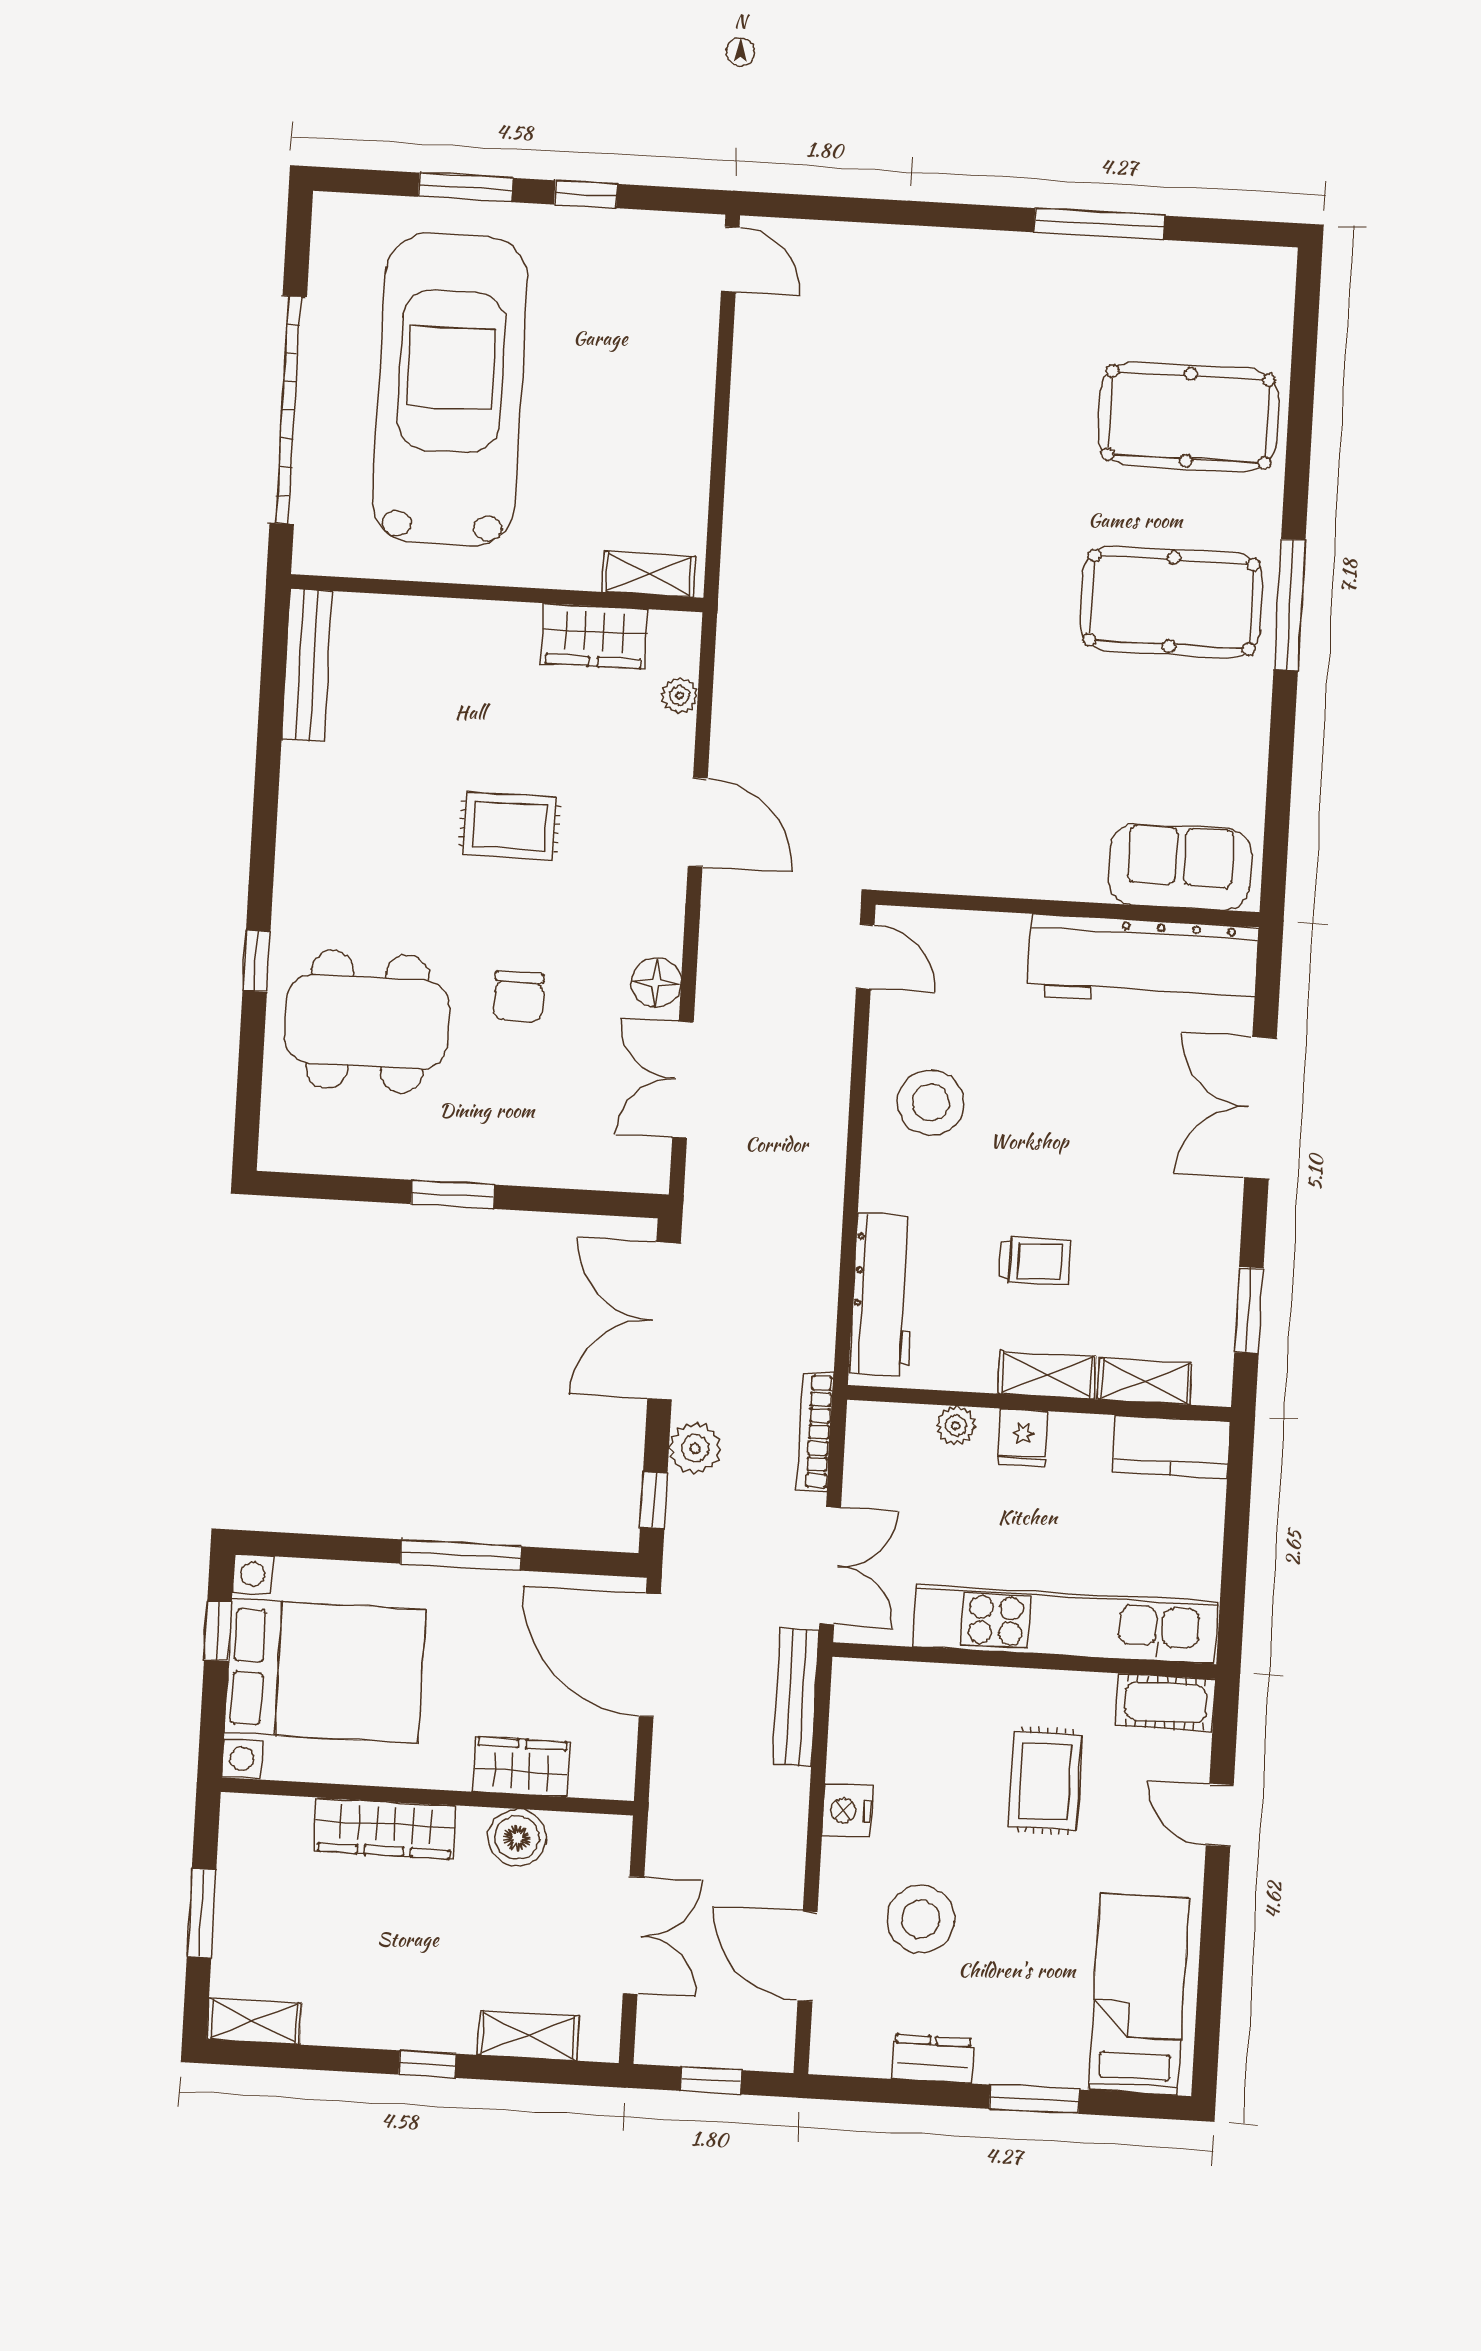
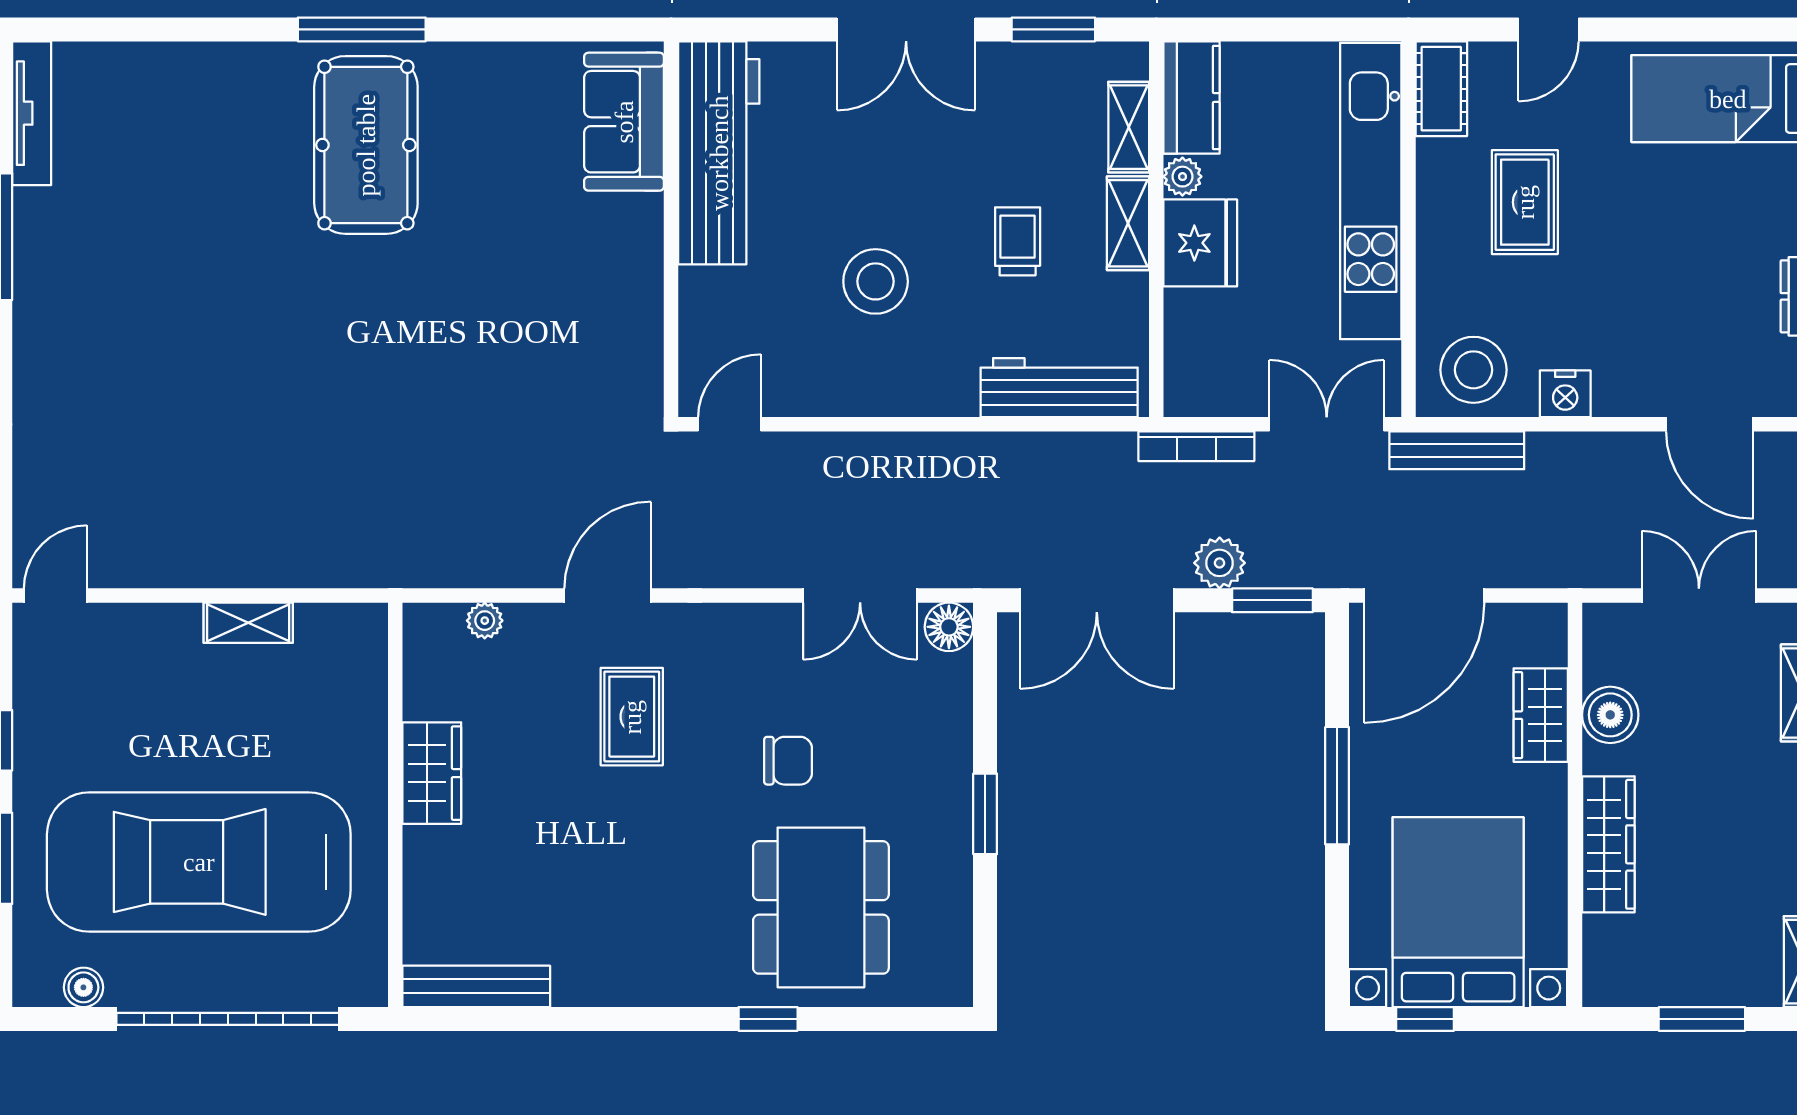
tv unit: (1224, 263) -> (32, 113), added
boiler: (329, 265) -> (83, 987), added
pool table: (1188, 417) -> (184, 139), removed
shelving: (649, 574) -> (248, 623), moved, turned 90
wardrobe: (595, 636) -> (432, 773), moved
rug: (510, 826) -> (632, 717), moved
floor lamp: (656, 983) -> (949, 627), moved
stool: (931, 1103) -> (876, 281), moved
double door: (1261, 1108) -> (906, 29), moved
plant: (956, 1425) -> (1182, 177), moved
fridge: (1023, 1438) -> (1200, 243), width x1.88, depth x1.34
window: (654, 1500) -> (1272, 600), width x1.50
rug: (1045, 1781) -> (1525, 202), turned 90
stool: (921, 1919) -> (1473, 370), moved
door: (808, 1956) -> (1710, 424), hinge flipped

